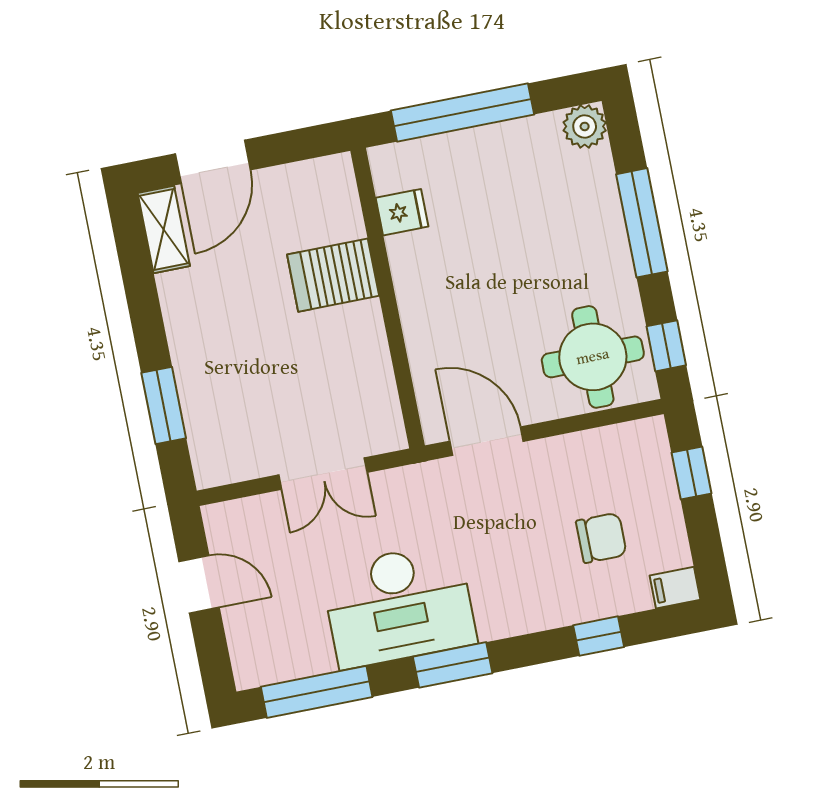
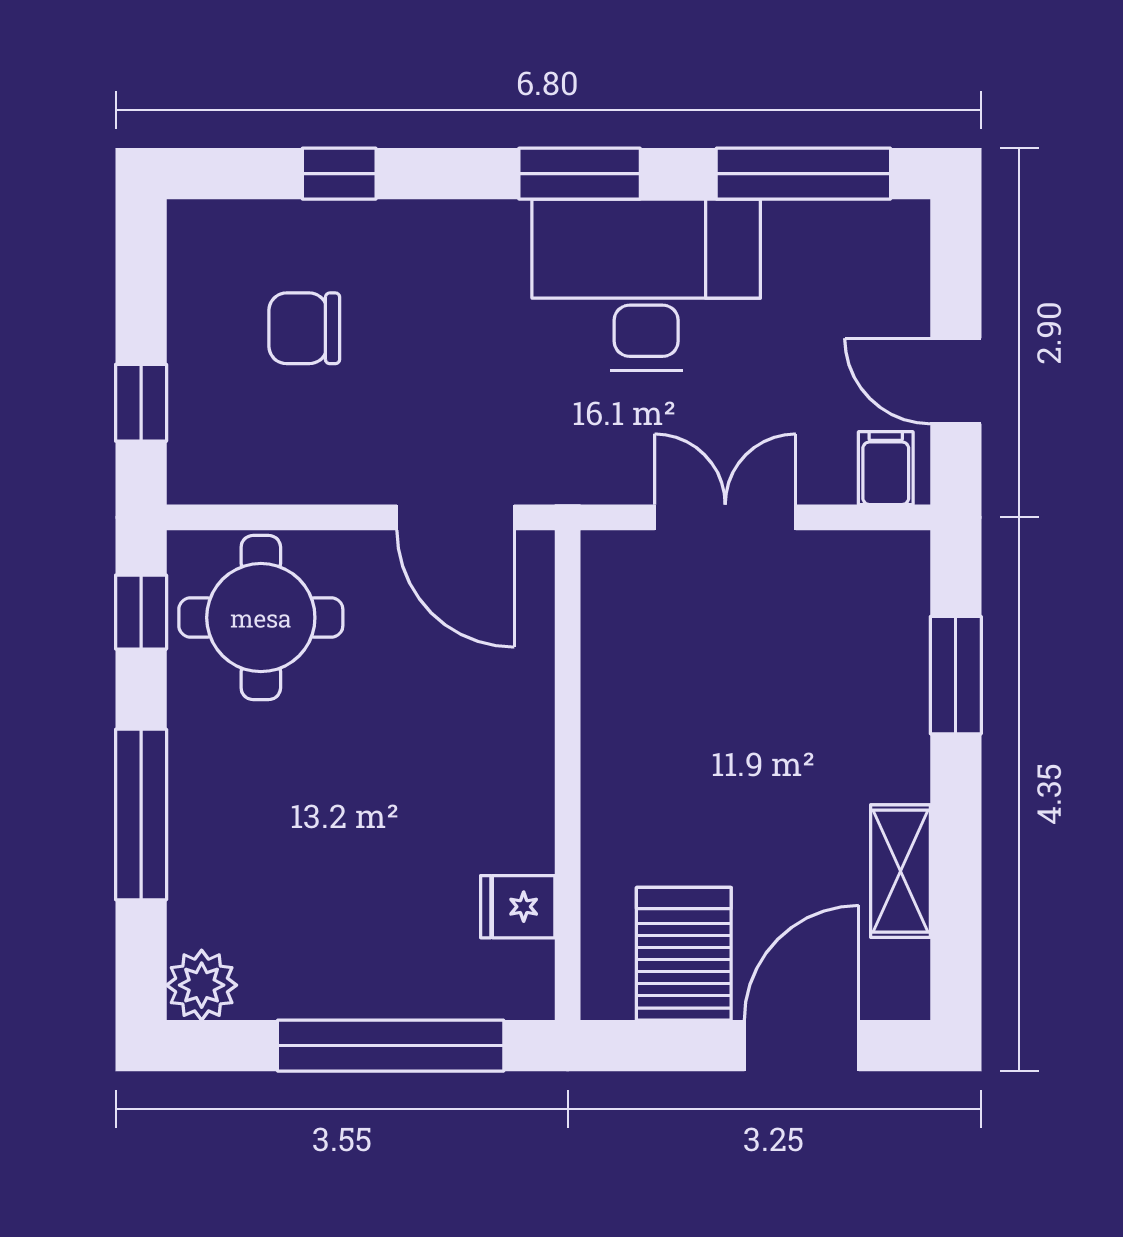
shelving: (164, 230) -> (901, 871), moved
server rack: (333, 275) -> (684, 954), moved, turned -90
filing cabinet: (675, 588) -> (886, 468), moved, turned -90

